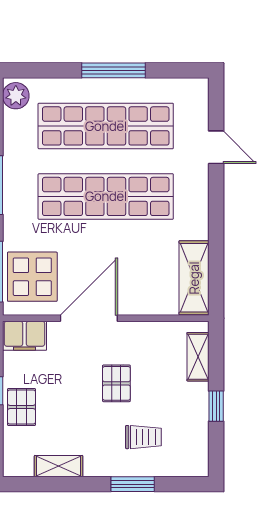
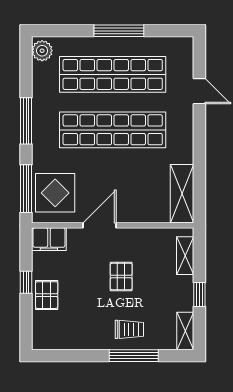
door: (89, 318) -> (99, 225), width x0.73
trolley: (143, 437) -> (129, 329), moved
shelving: (59, 466) -> (185, 331), moved, turned 90
window: (133, 484) -> (134, 356), width x1.44

